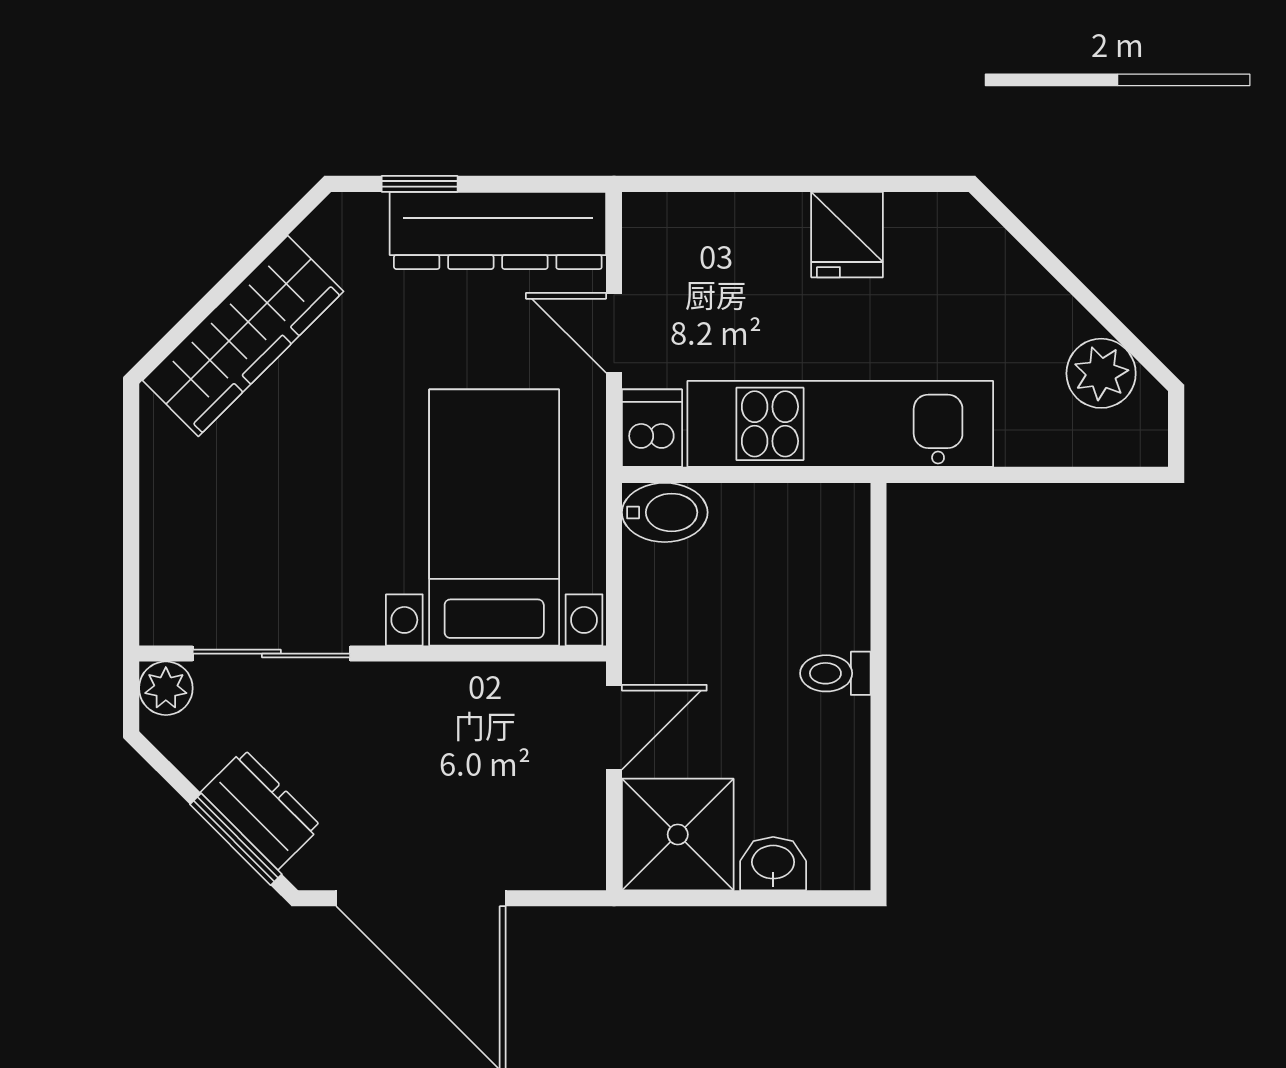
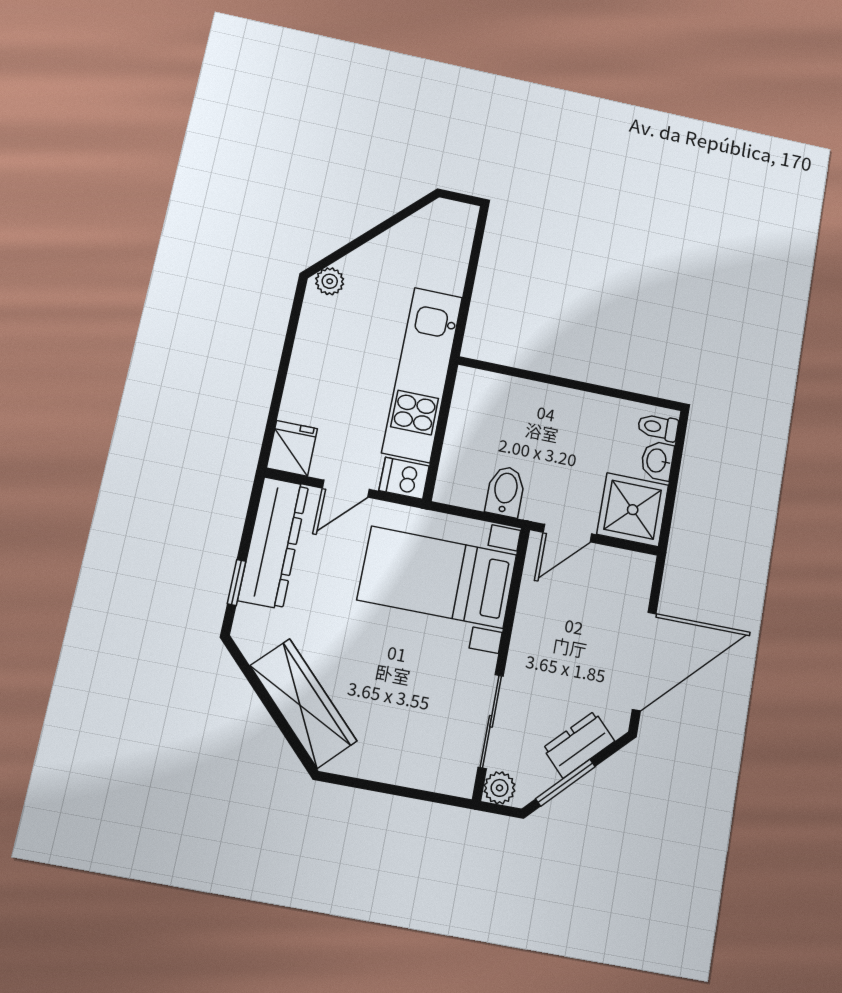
fridge: (847, 235) -> (292, 448), moved, turned -90
plant: (1101, 373) -> (330, 281), moved, width x0.73, depth x0.73
bidet: (665, 512) -> (505, 491), moved
toilet: (835, 673) -> (658, 427), moved, turned 90
door: (614, 727) -> (567, 533), swing flipped
window: (236, 839) -> (565, 783), moved

